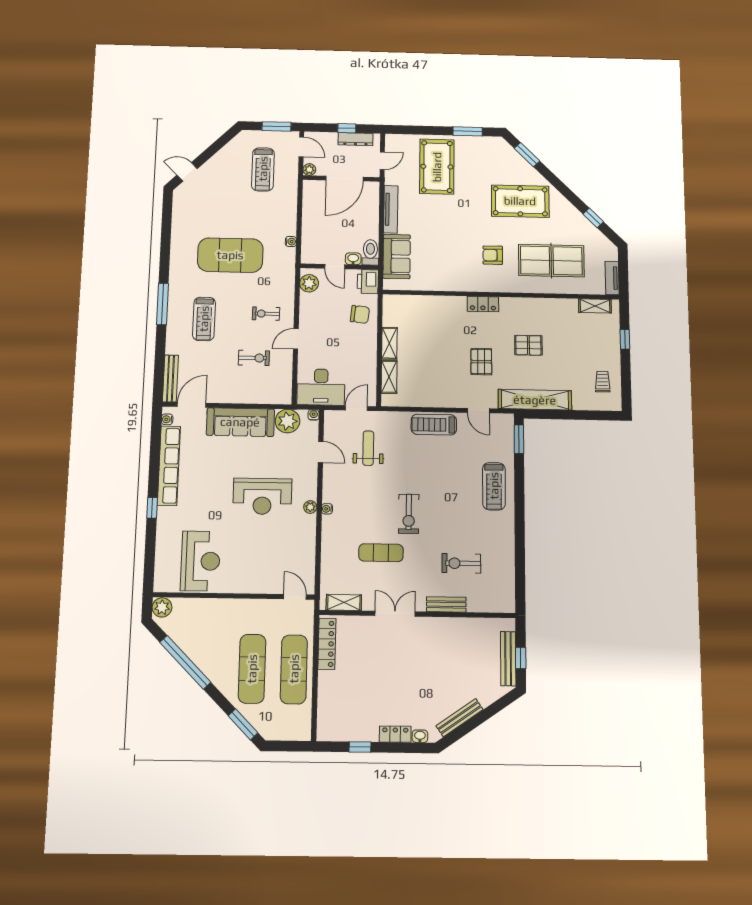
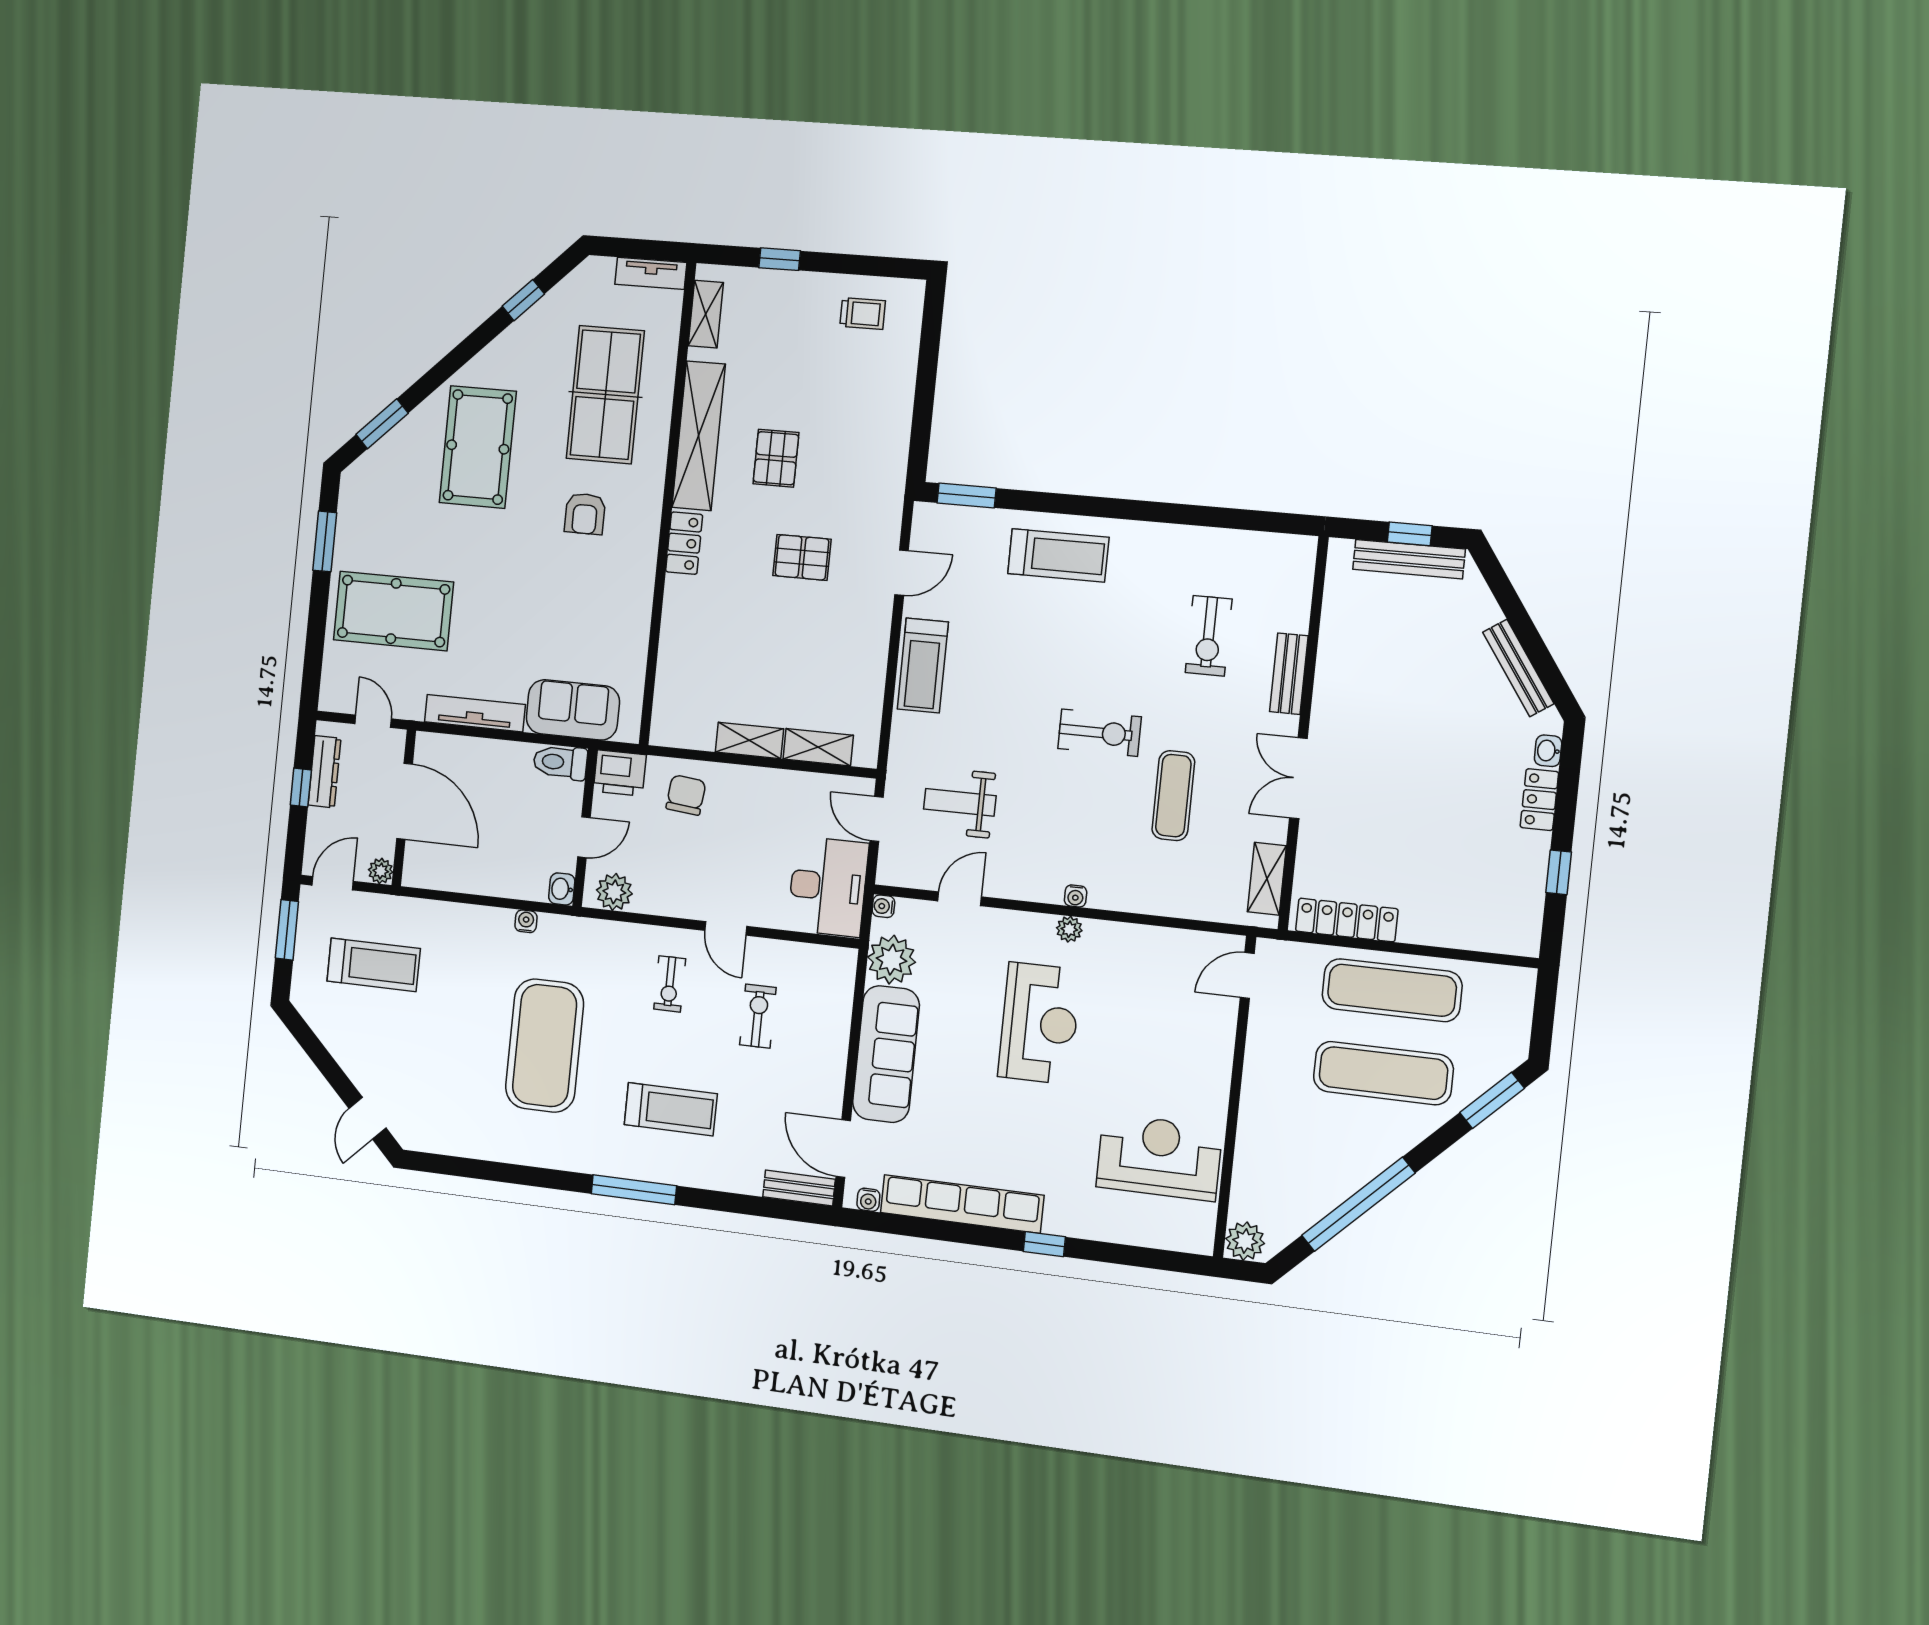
washbasin: (353, 259) -> (562, 889), moved
bench: (170, 378) -> (799, 1188), width x0.73
trolley: (603, 382) -> (863, 314), turned 180
shelving: (535, 400) -> (699, 436), moved

